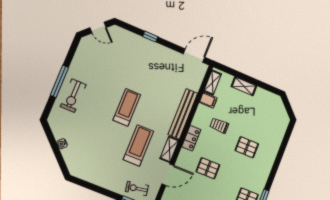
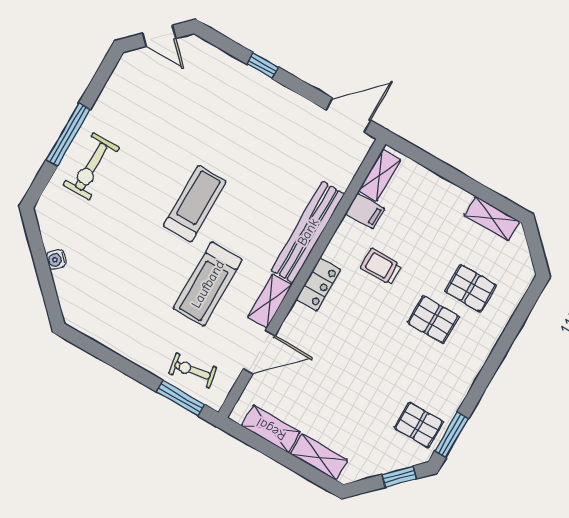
shelving: (244, 86) -> (492, 219), moved
treadmill: (138, 145) -> (208, 284), turned 180
pallet: (208, 168) -> (471, 288), moved

